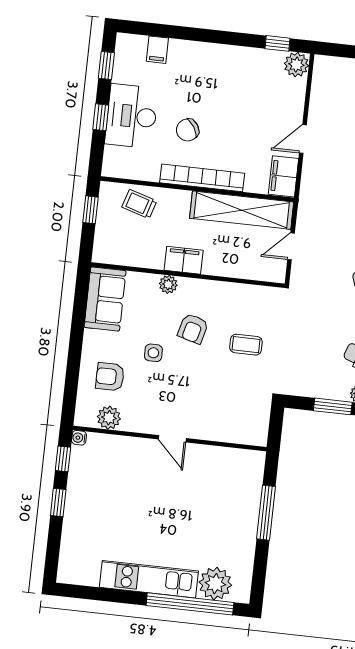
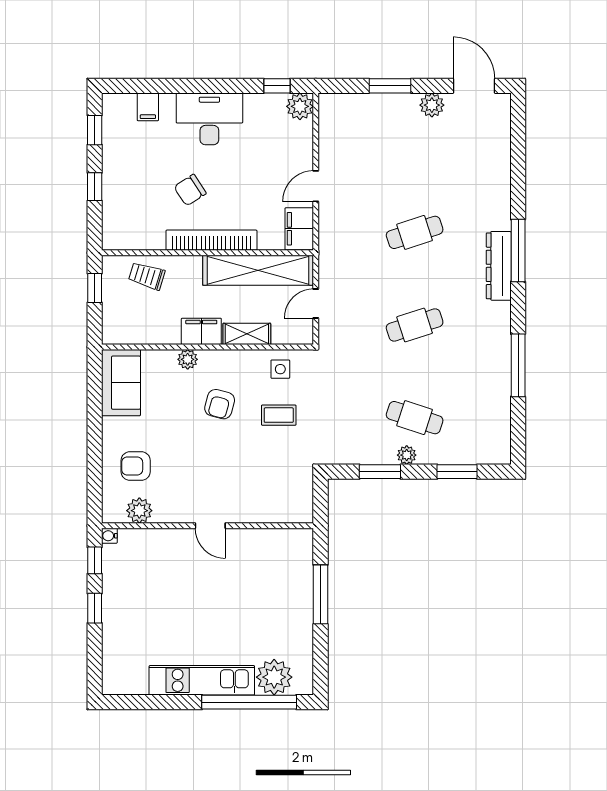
desk: (131, 116) -> (209, 119), moved, turned 90
shelving: (225, 267) -> (247, 334), added
side table: (153, 353) -> (280, 369), moved

